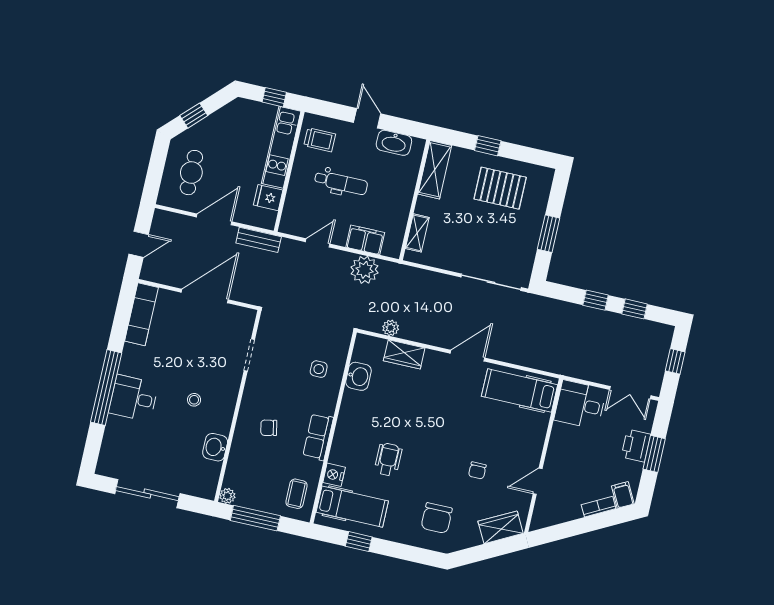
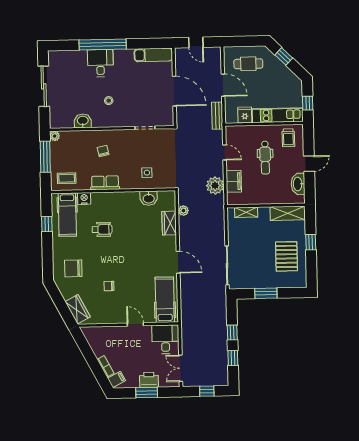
door: (538, 481) -> (135, 324), moved

